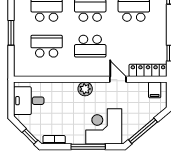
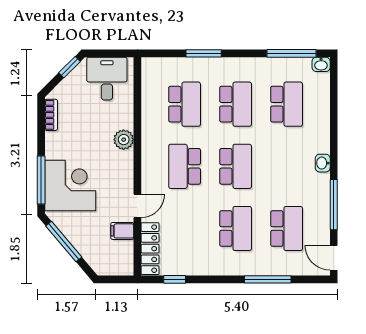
plant: (85, 89) -> (124, 140), moved
filing cabinet: (155, 90) -> (122, 231), moved
window: (30, 136) -> (69, 67), moved
window: (88, 147) -> (41, 180), moved

